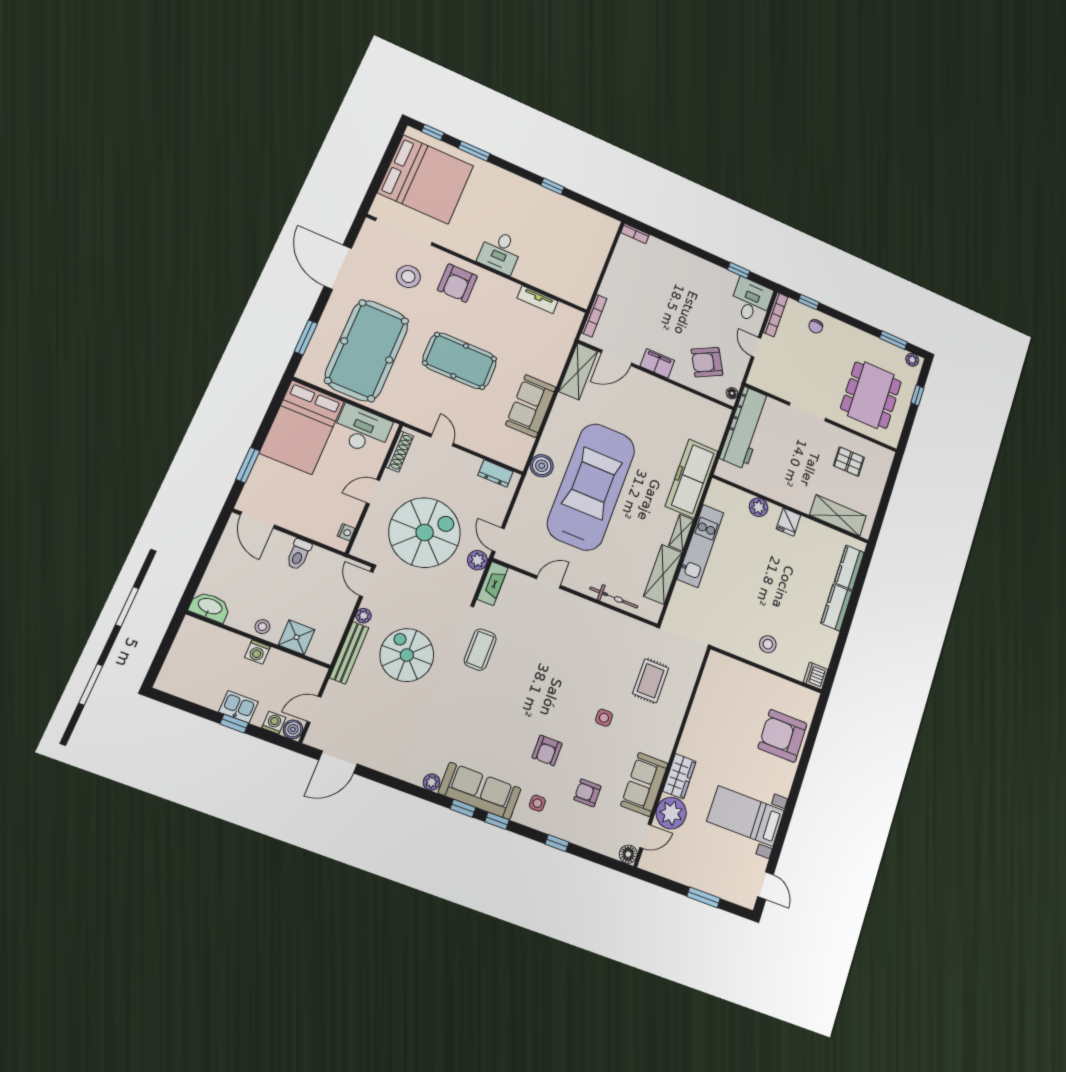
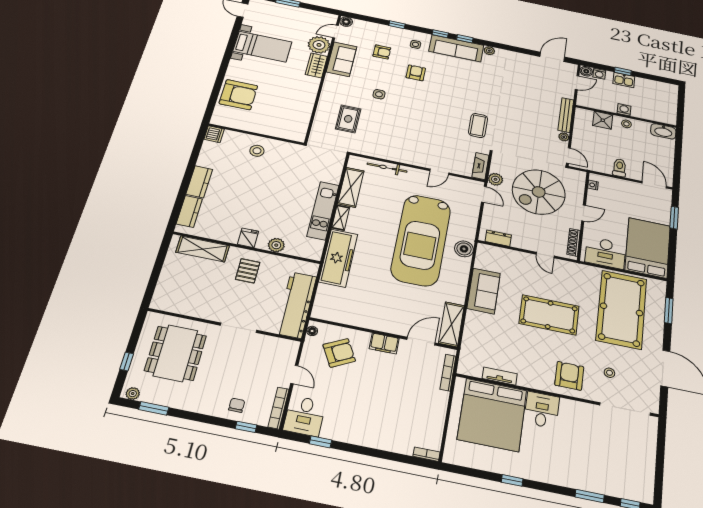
bed: (426, 179) -> (492, 415), moved, turned -90
stool: (408, 277) -> (609, 373), width x0.53, depth x0.53
pallet: (849, 462) -> (248, 271), moved, turned 90
spiral stairs: (407, 655) -> (527, 117), removed

